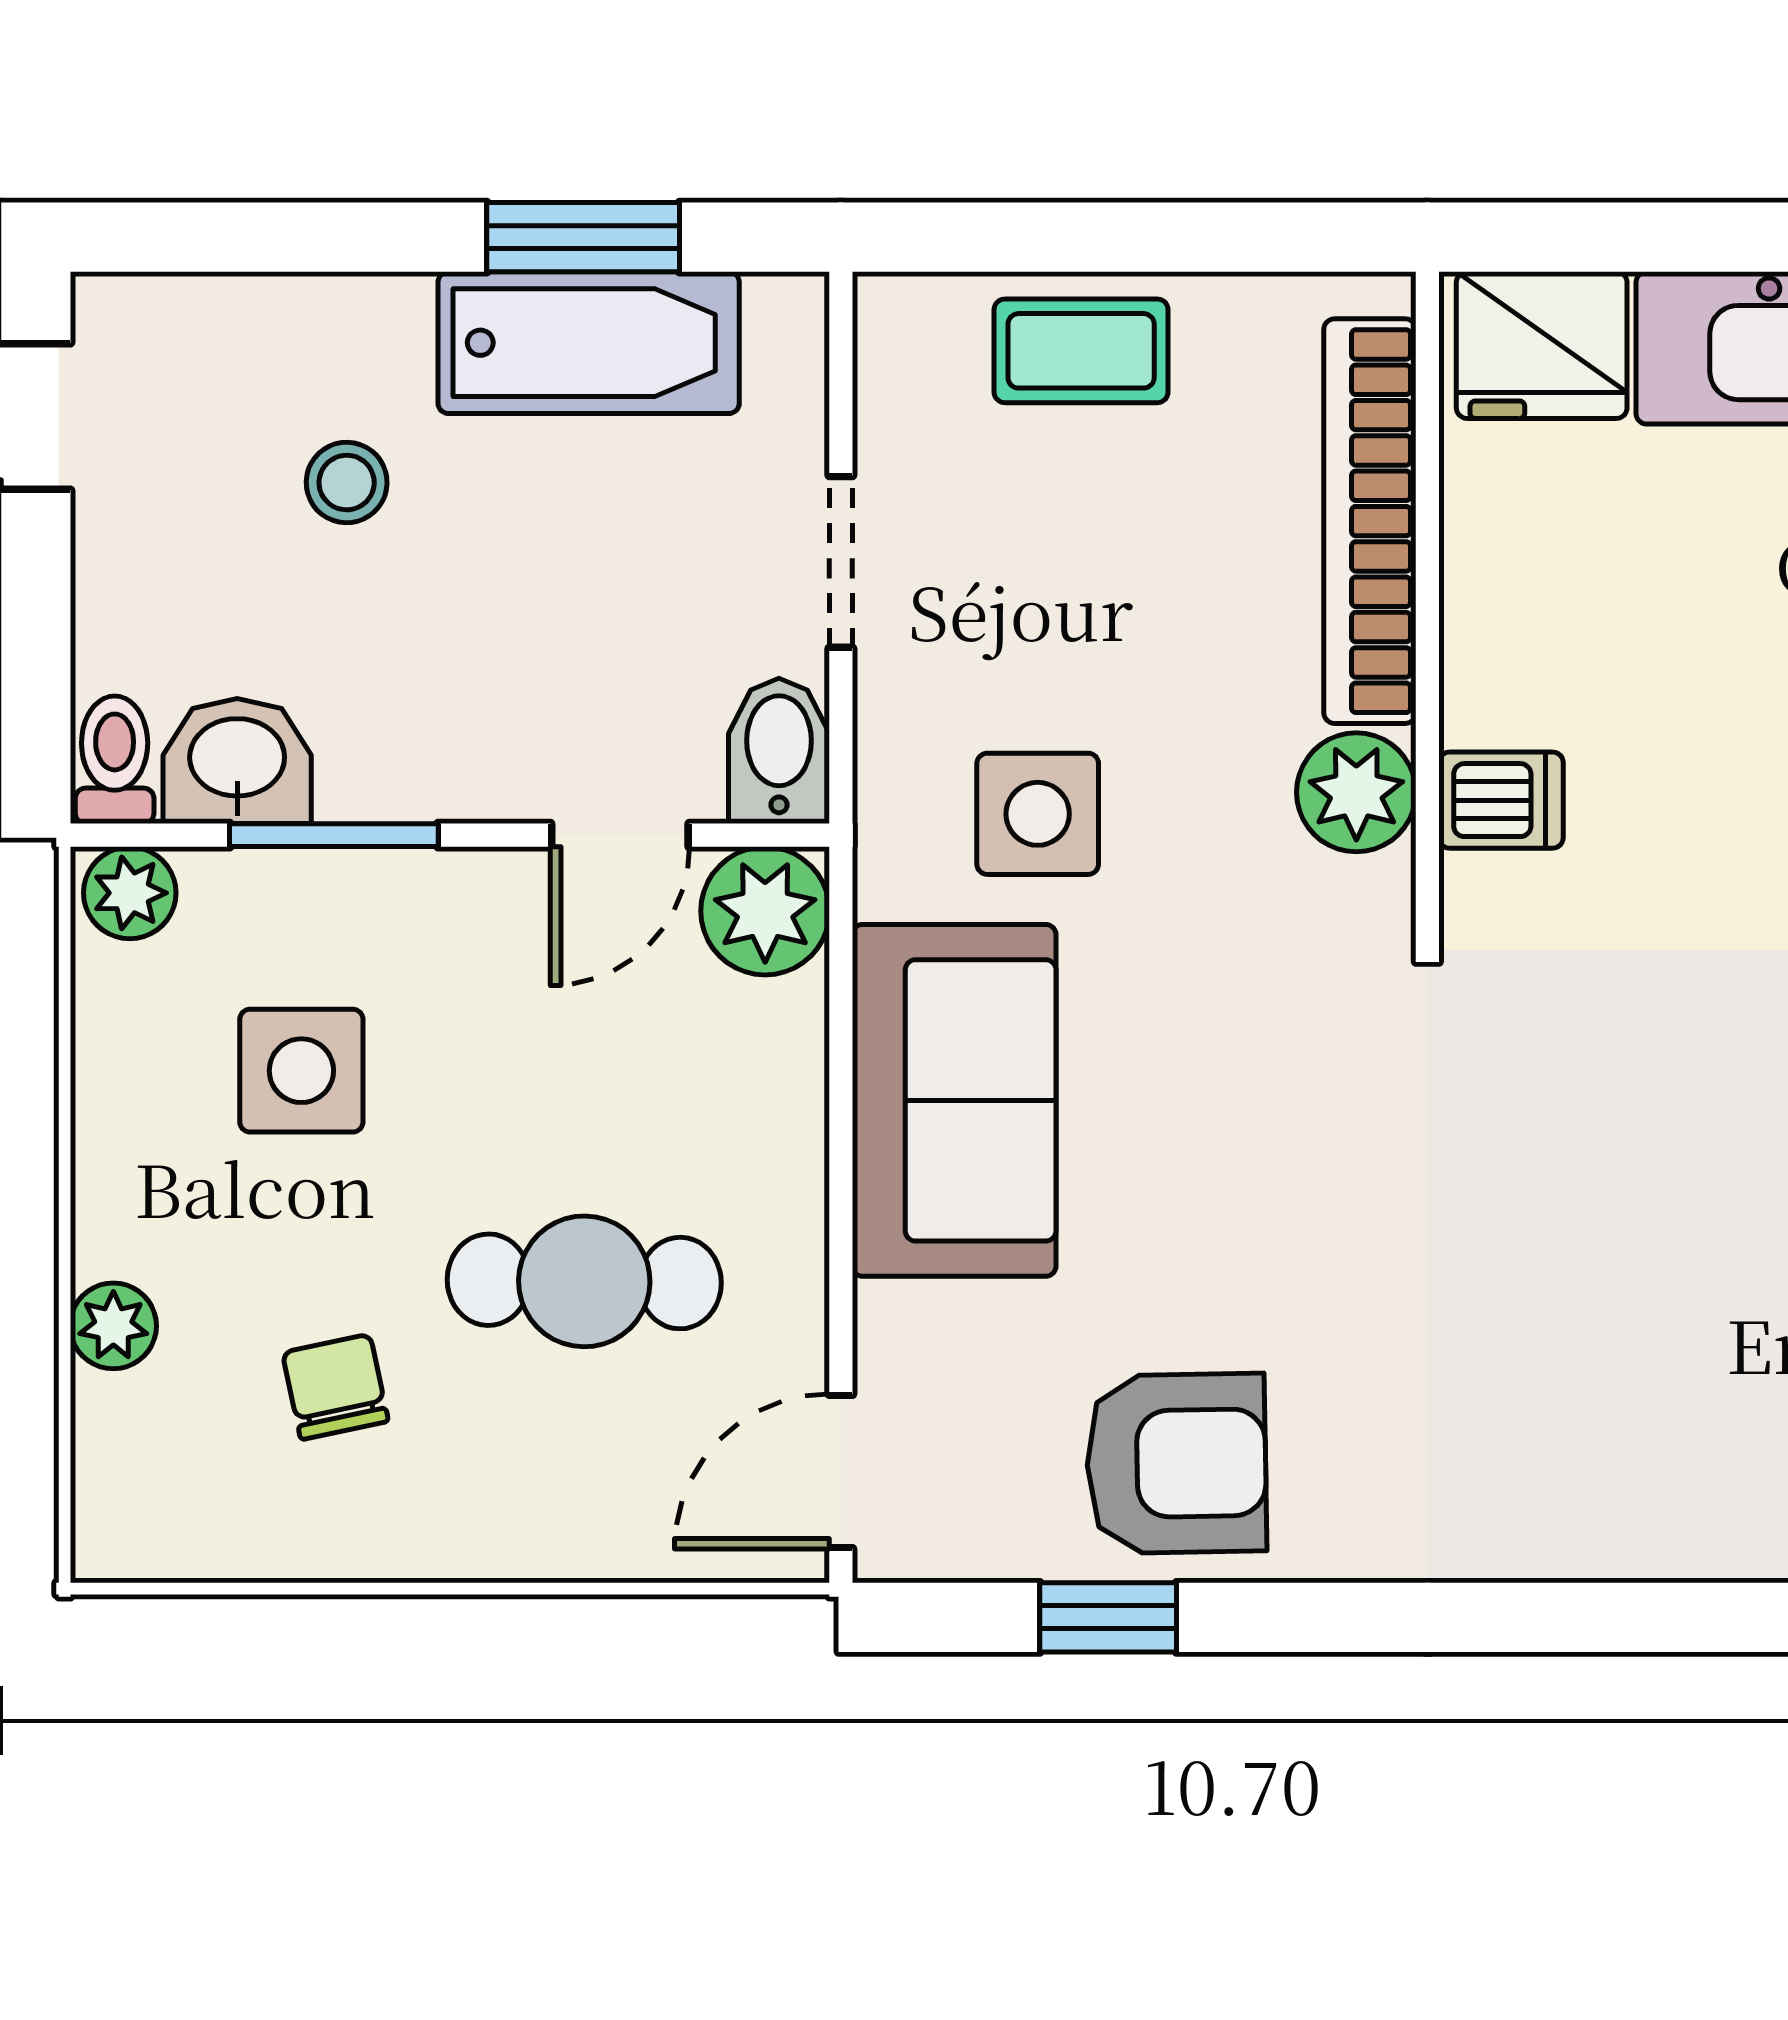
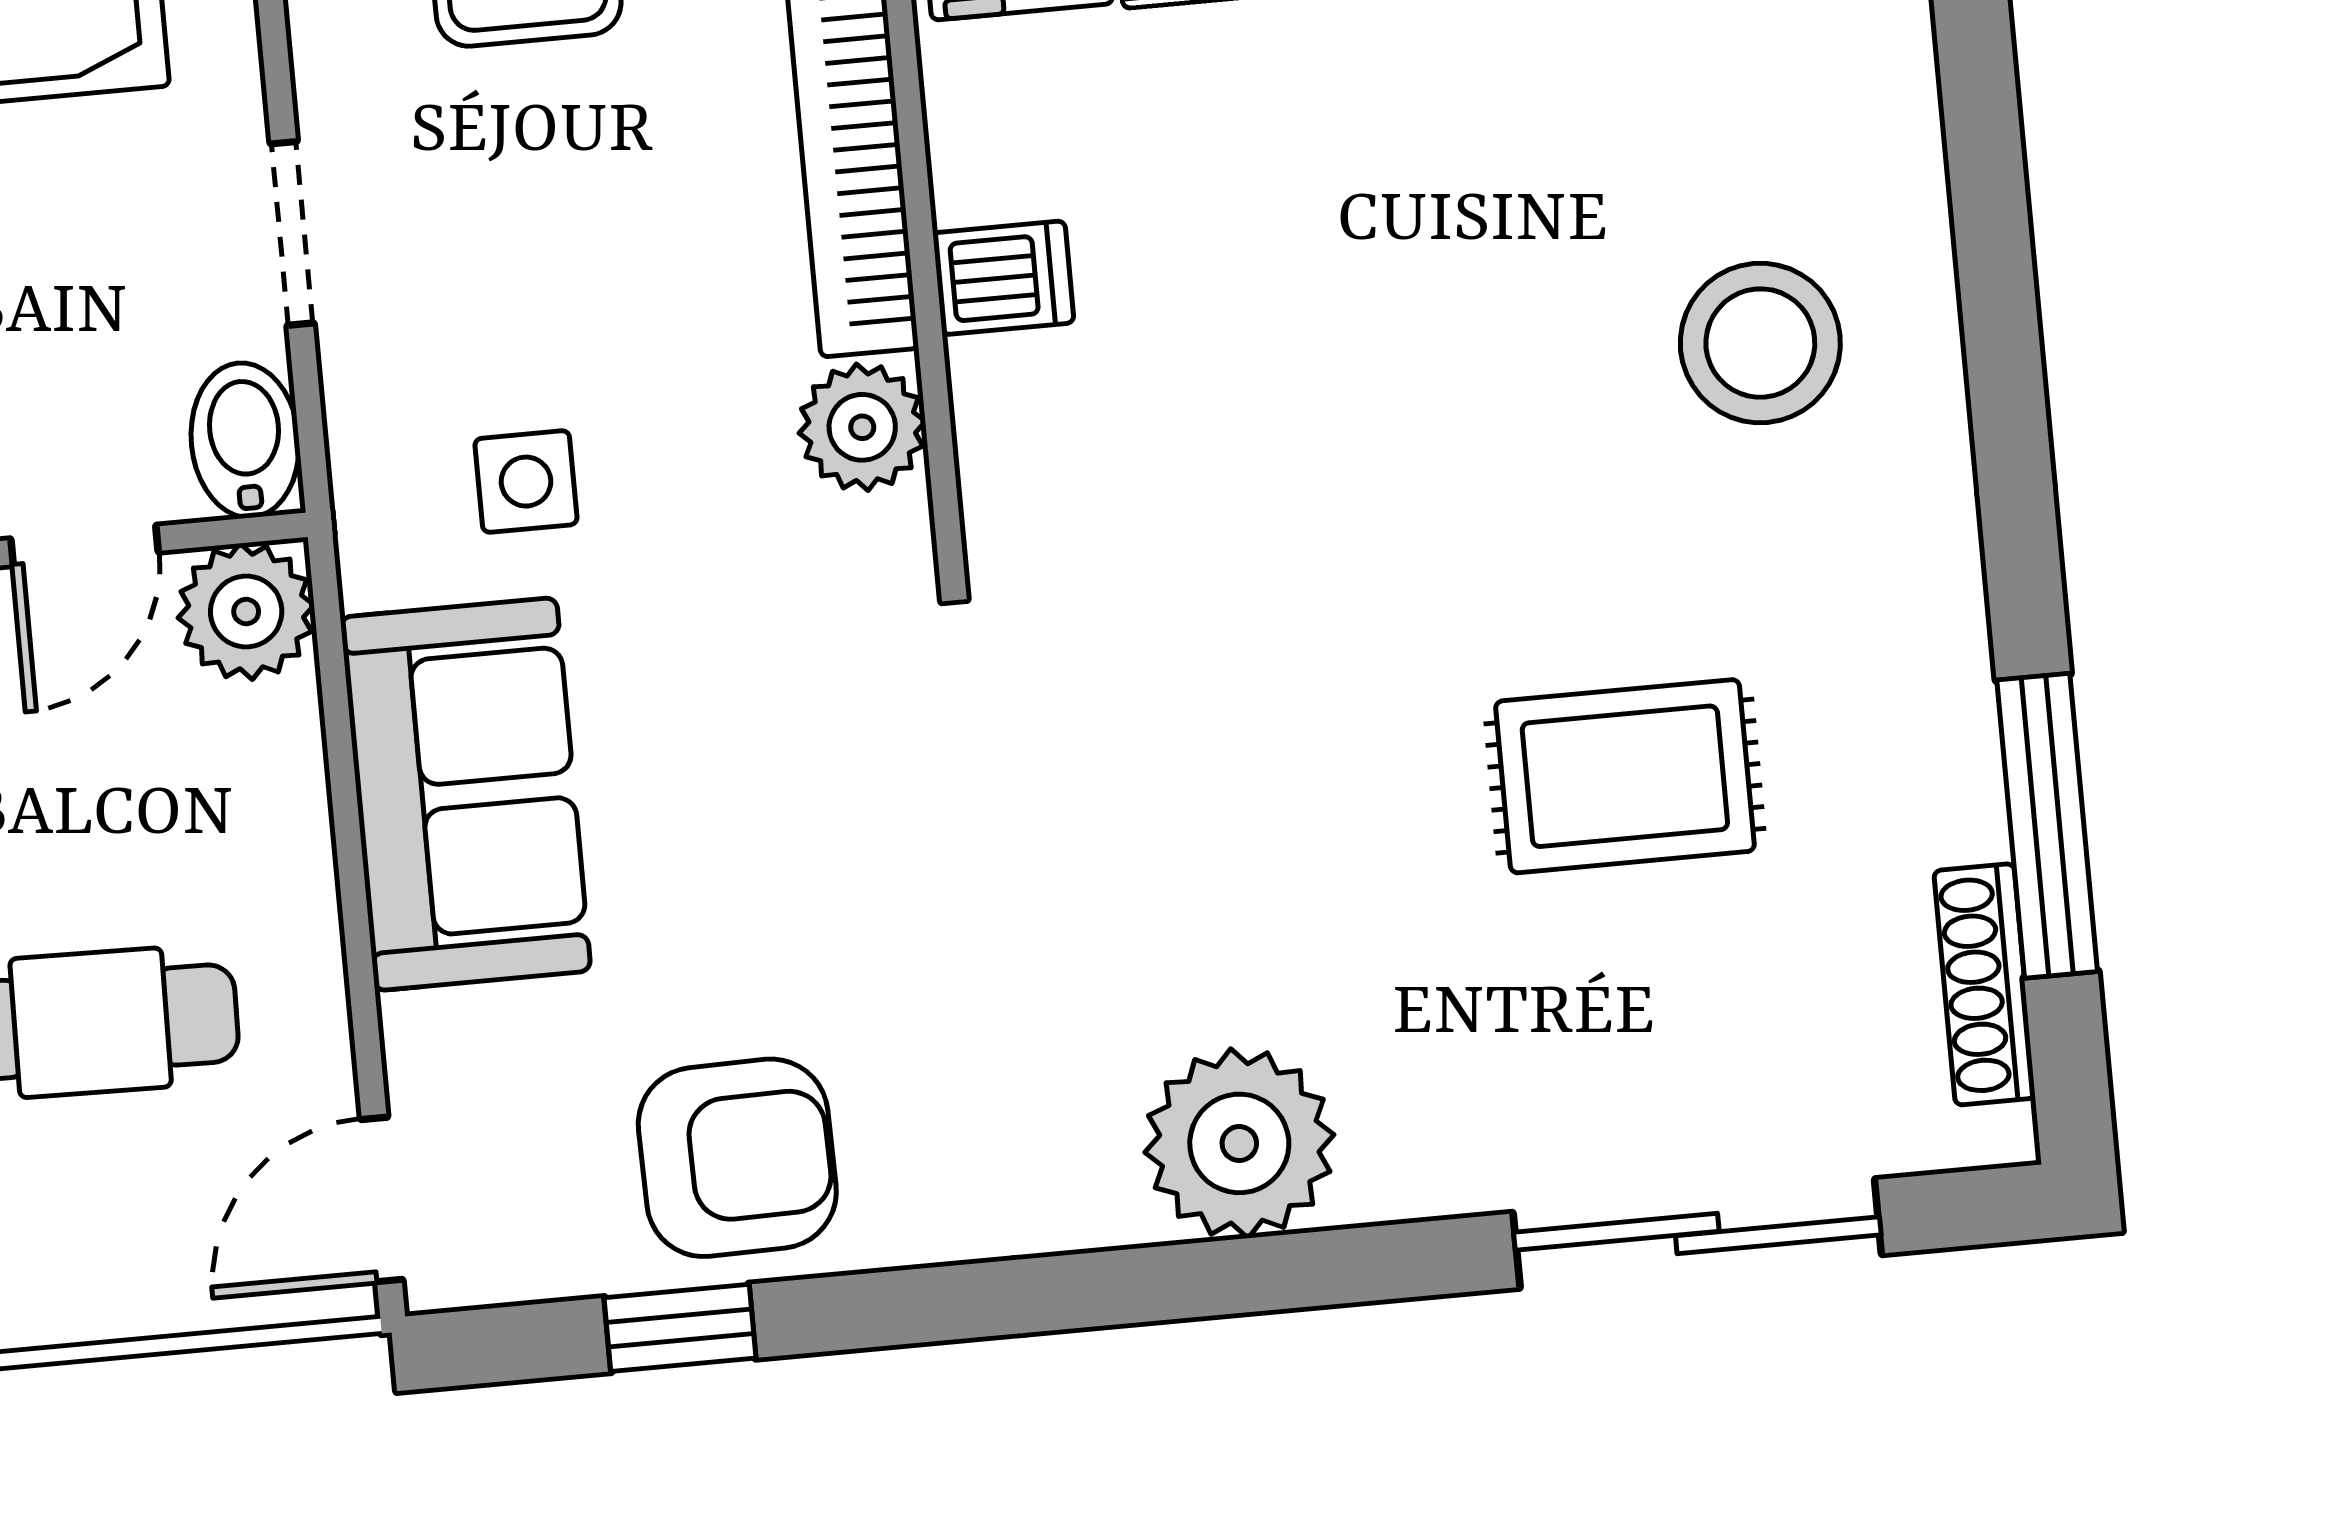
dishwasher: (1501, 800) -> (1003, 278), moved
side table: (1038, 814) -> (526, 482), width x0.73, depth x0.73
plant: (1646, 1494) -> (1239, 1143), added

